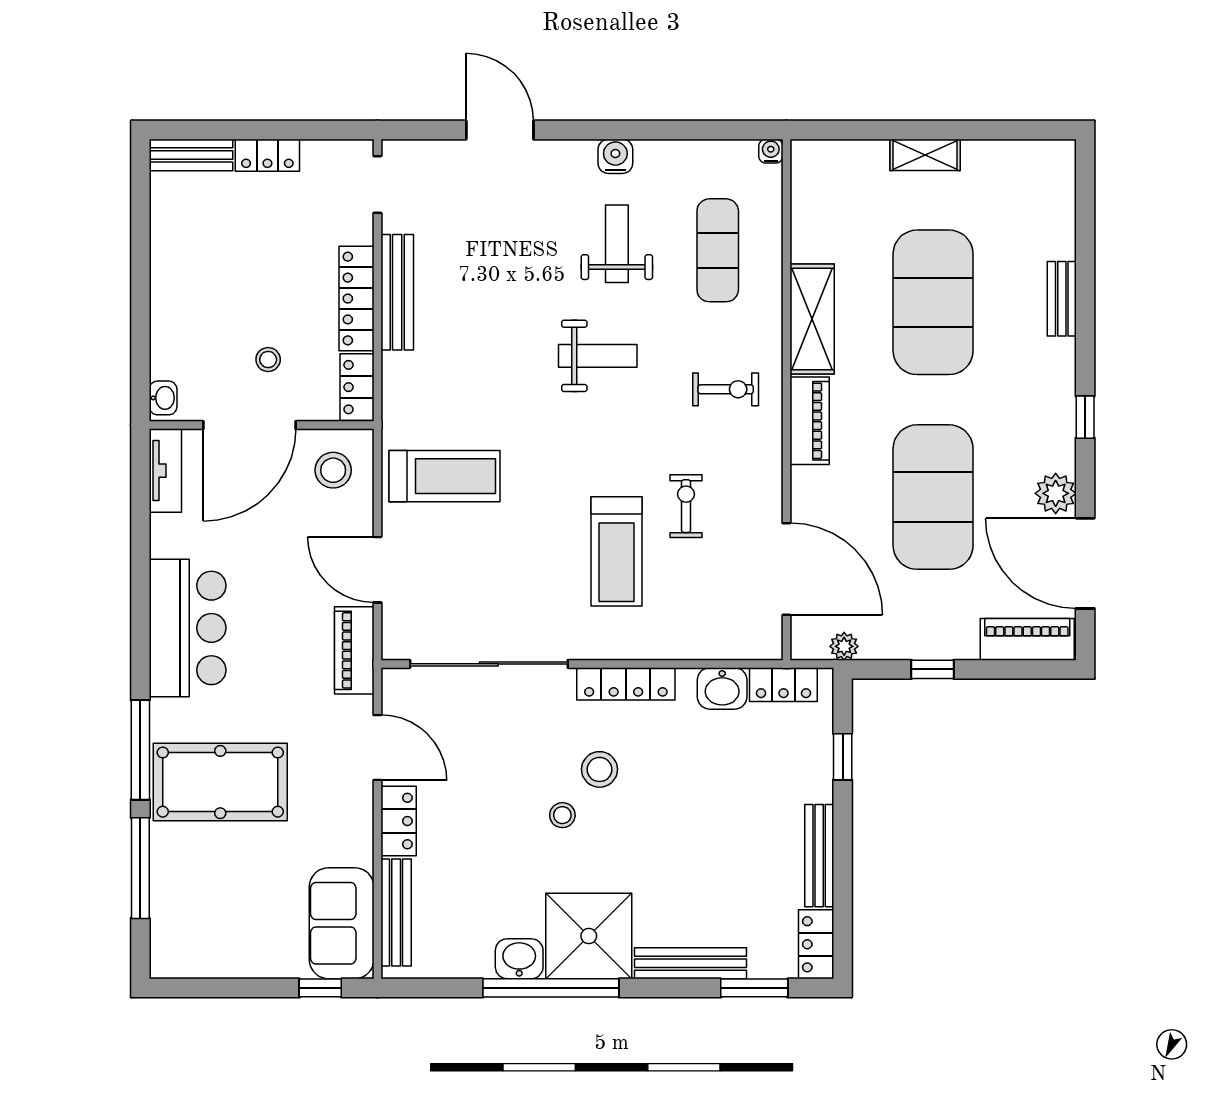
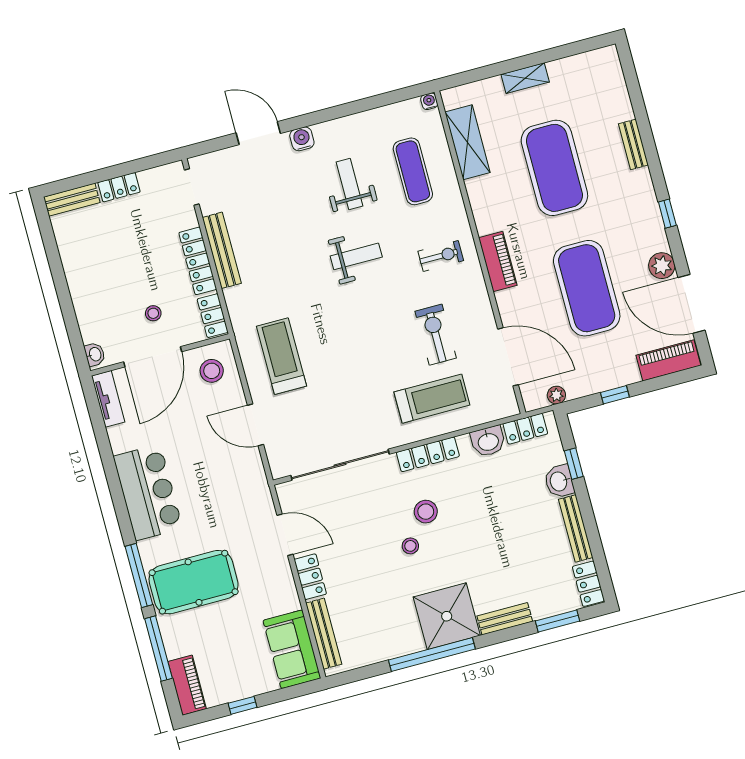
water cooler: (615, 156) -> (302, 139), moved
shelving: (812, 319) -> (468, 142), moved
treadmill: (444, 476) -> (281, 356), turned -90
exercise bike: (686, 506) -> (436, 335), width x1.38, depth x1.39
treadmill: (616, 551) -> (432, 399), moved, turned -90
piano: (354, 650) -> (187, 685), moved, turned 180
washbasin: (519, 959) -> (559, 481), moved, turned -90
bench: (690, 963) -> (505, 619), width x0.73
window: (320, 988) -> (243, 705), moved

